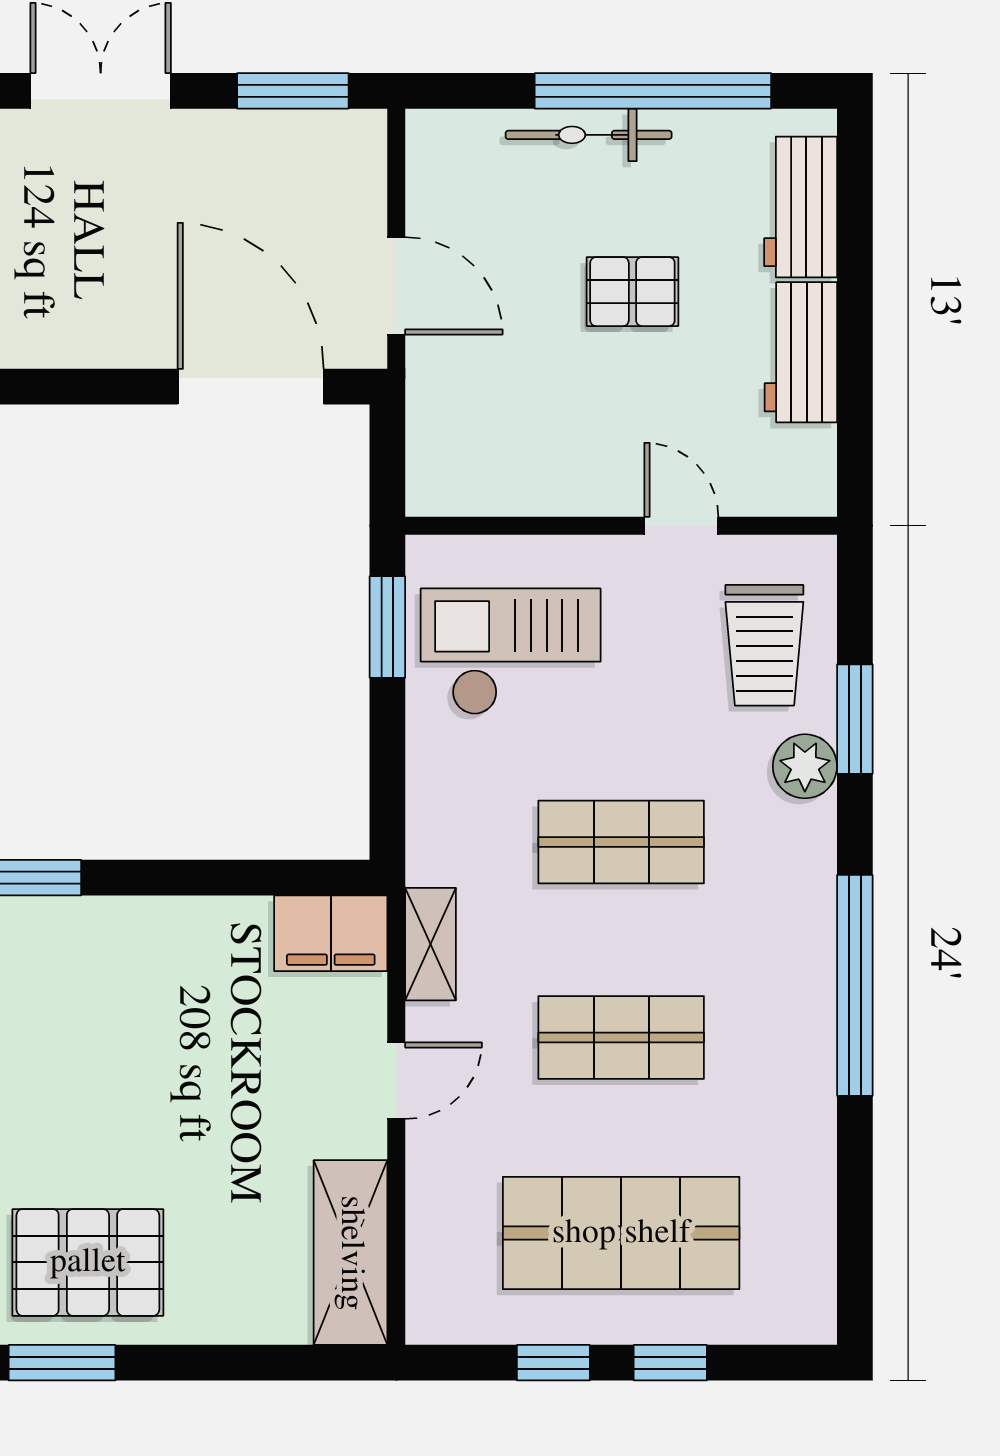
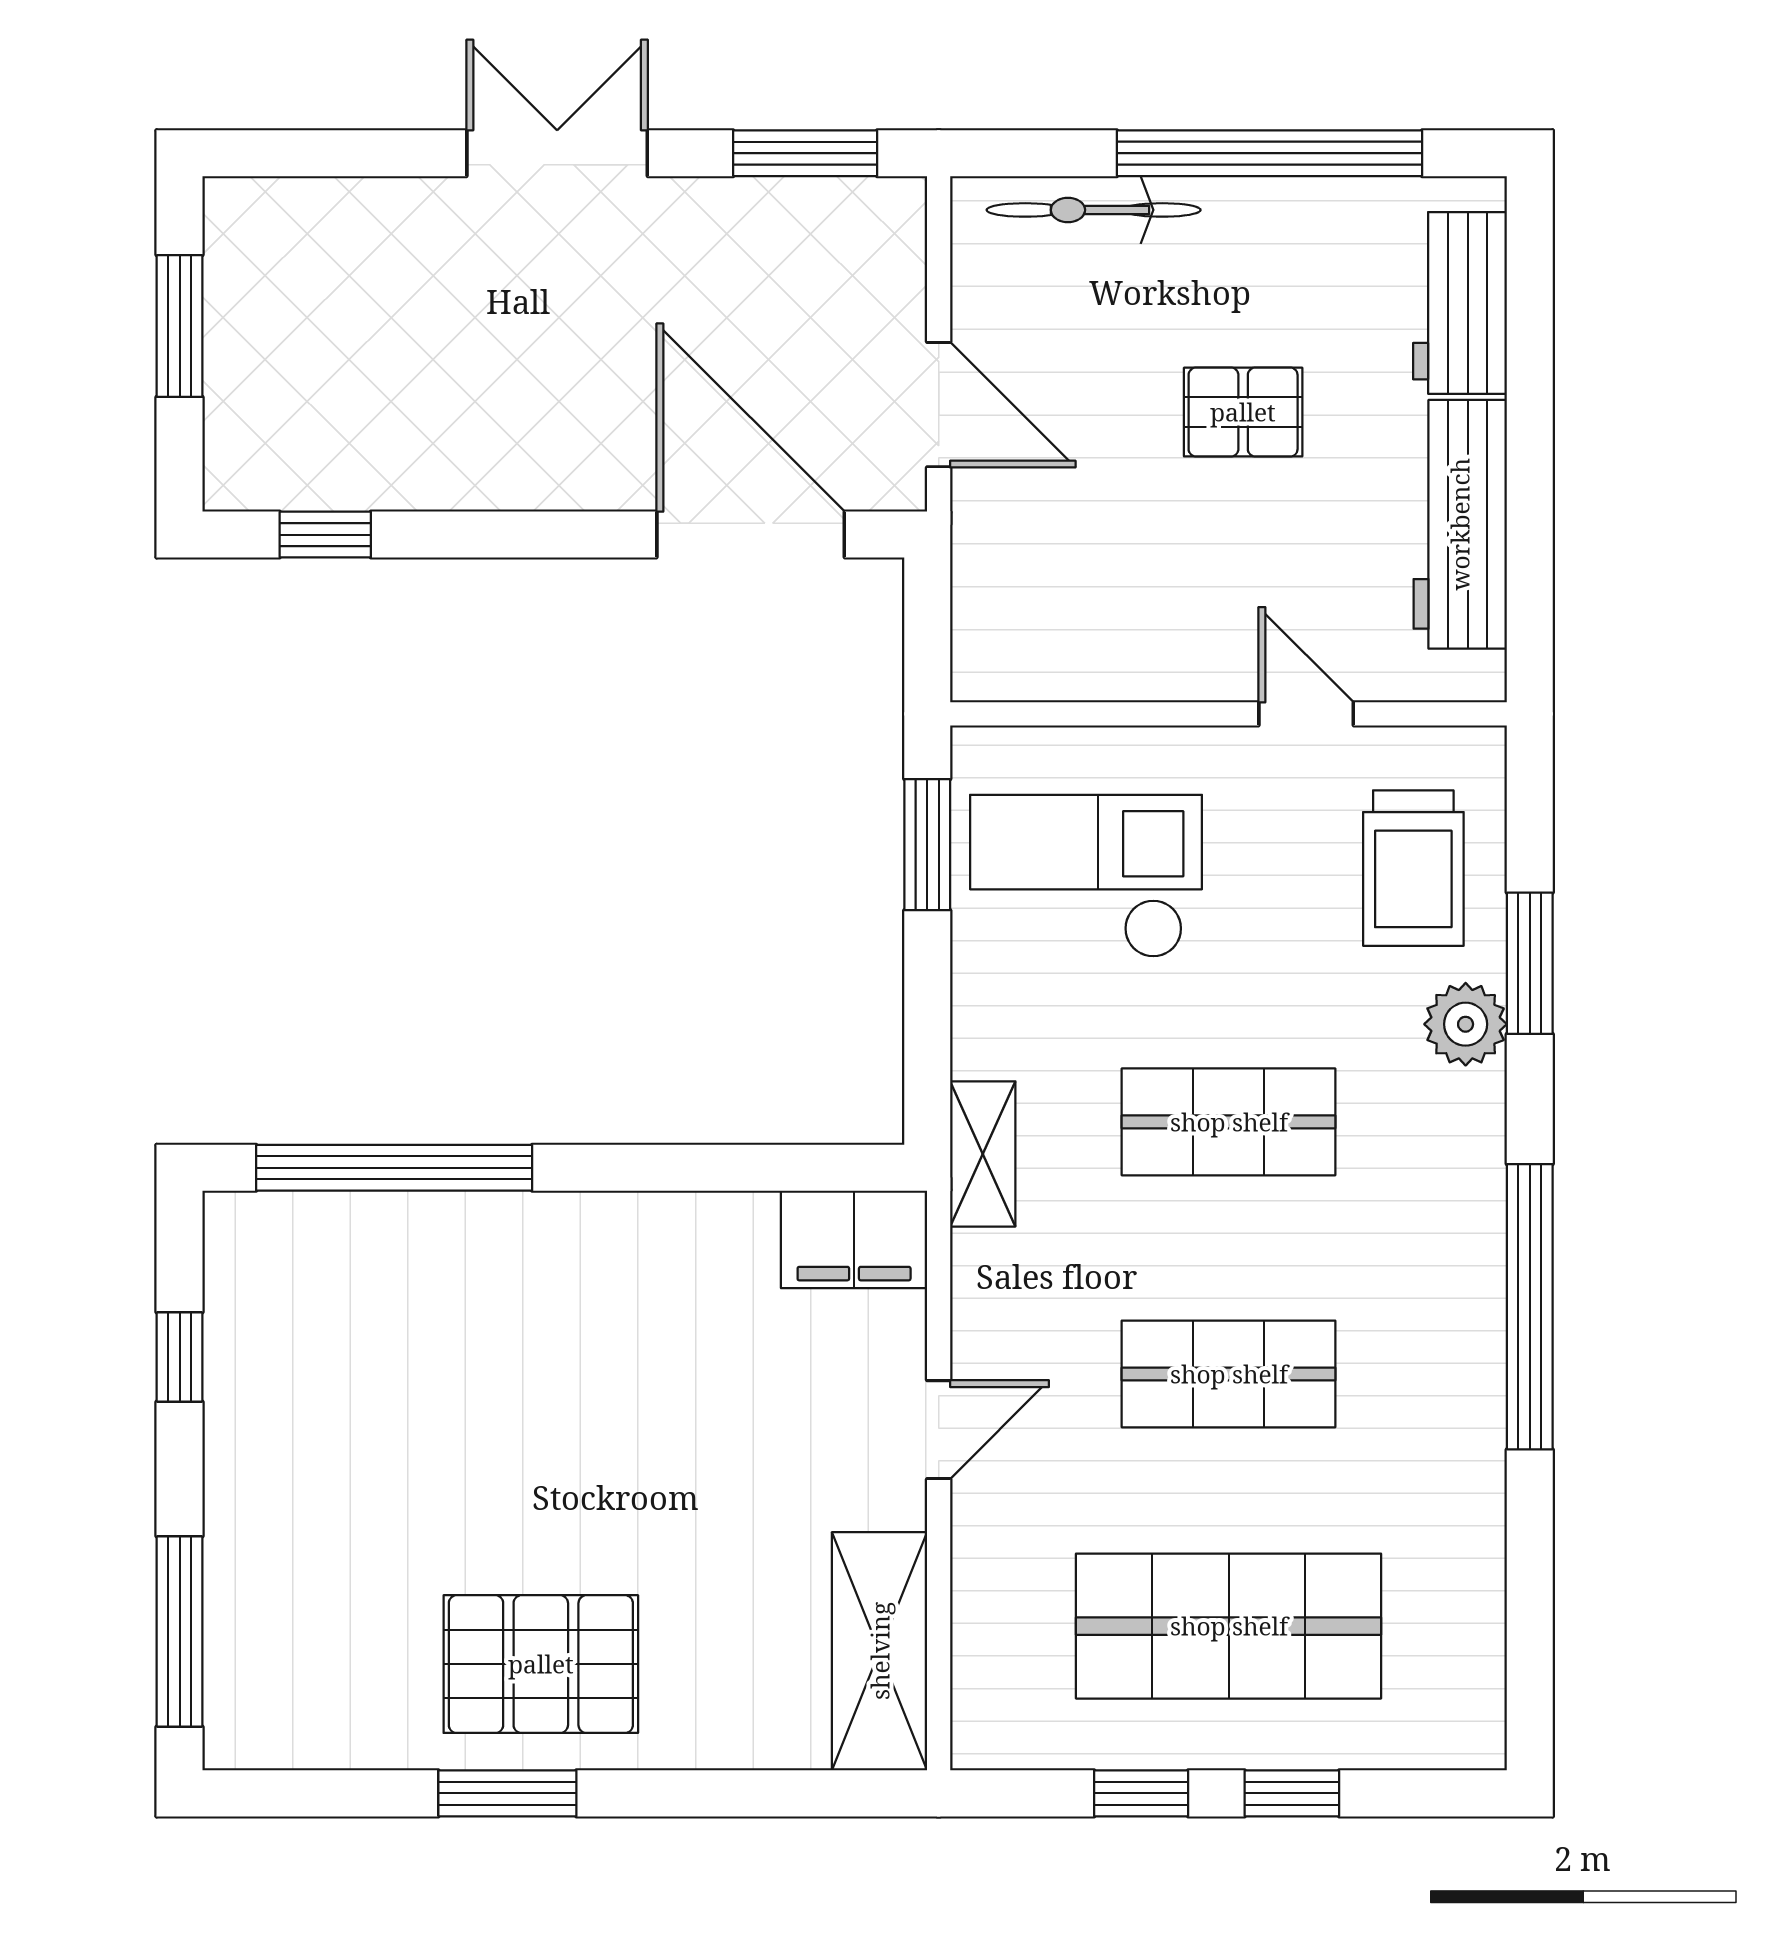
bicycle: (589, 135) -> (1094, 210), moved
workbench: (801, 352) -> (1460, 524), width x1.38
shelving: (431, 944) -> (983, 1154), moved

